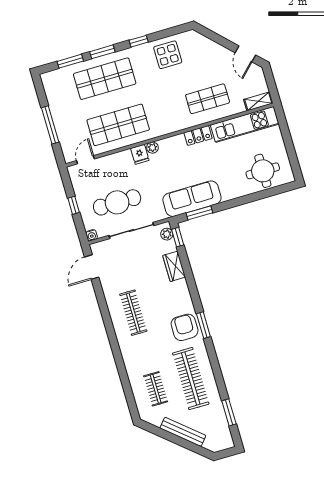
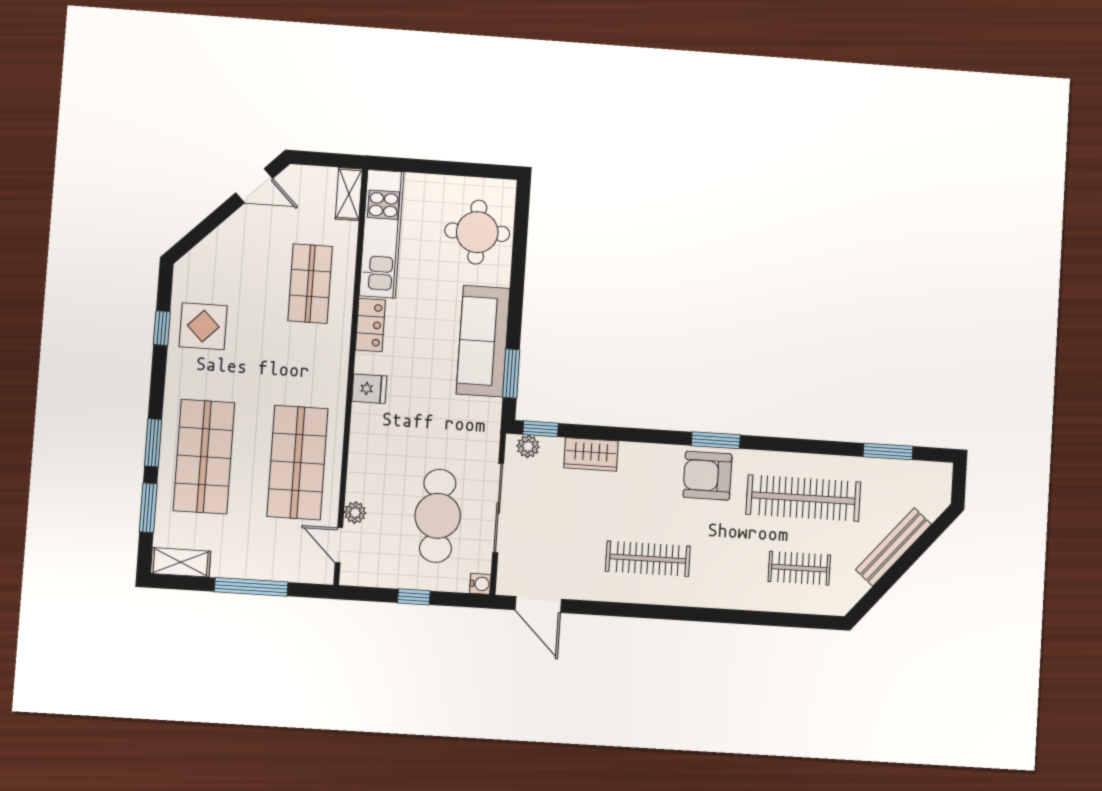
window: (139, 41) -> (162, 328), moved
shelving: (50, 87) -> (181, 562), added
plant: (152, 148) -> (355, 513), moved
fridge: (140, 154) -> (369, 389), moved
sofa: (192, 199) -> (483, 341), moved

